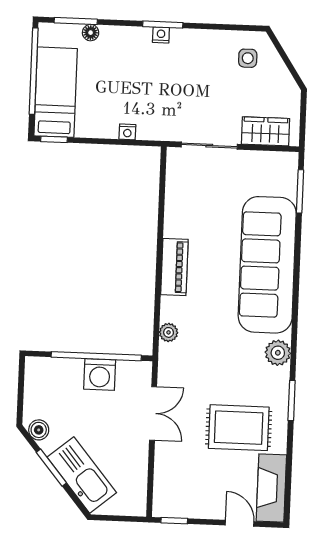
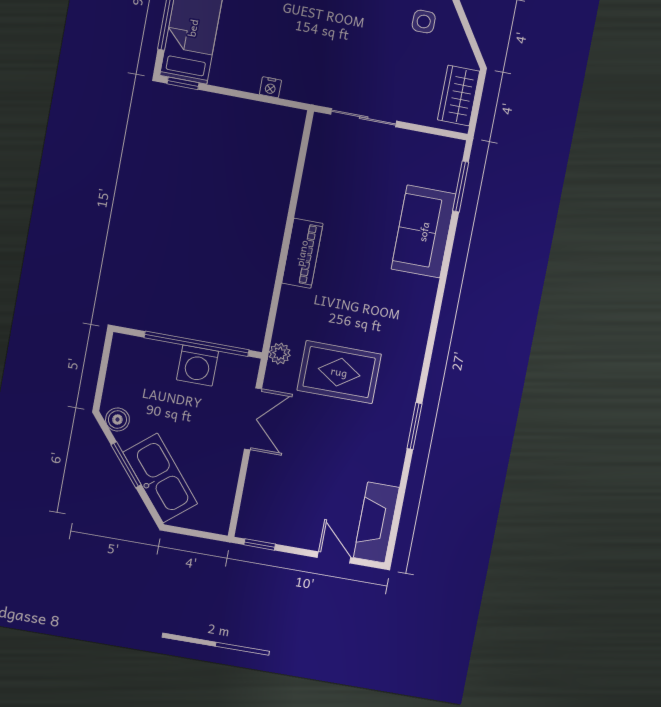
wardrobe: (265, 131) -> (459, 96), moved, turned -90
sofa: (267, 265) -> (424, 232), width x0.54, depth x0.79
plant: (169, 332) -> (280, 354), moved
plant: (278, 353) -> (407, 369), removed
rug: (239, 428) -> (339, 372), moved

